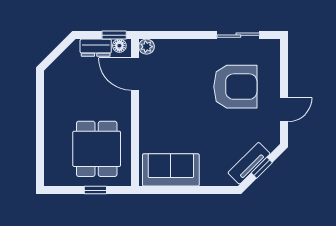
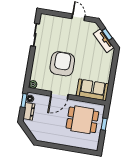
door: (135, 74) -> (59, 95), moved
armchair: (235, 87) -> (62, 64), moved
sofa: (171, 170) -> (92, 90), moved, turned 90

